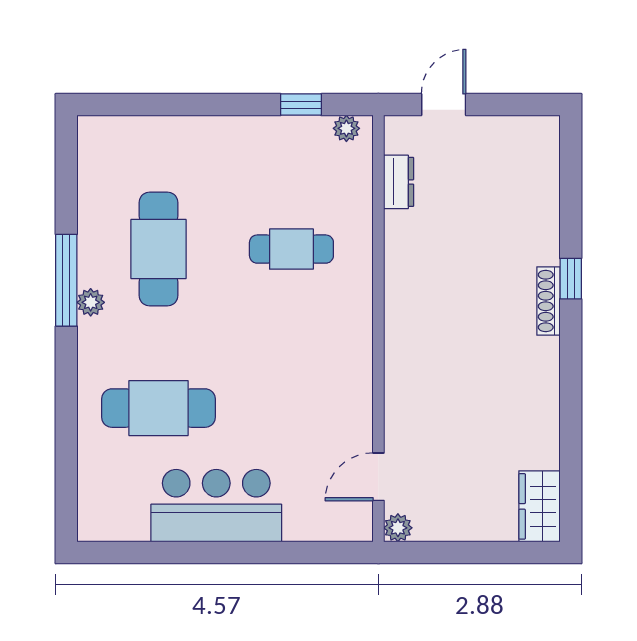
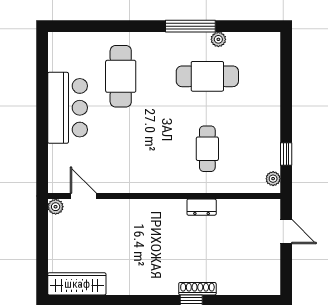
dresser: (399, 182) -> (202, 207), moved
shoe rack: (548, 301) -> (197, 289), moved
plant: (91, 302) -> (218, 39), moved
wardrobe: (539, 506) -> (77, 284), width x1.50

